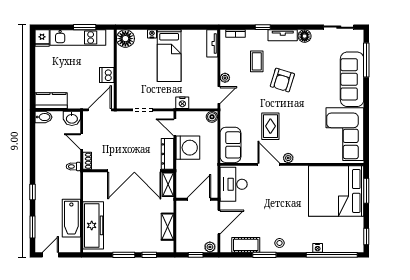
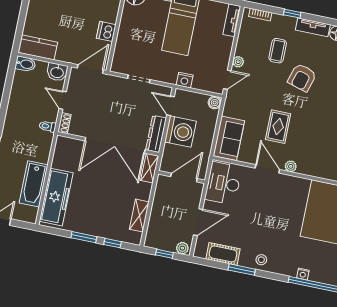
wall: (197, 199) -> (182, 177), moved
door: (199, 199) -> (184, 178), moved

